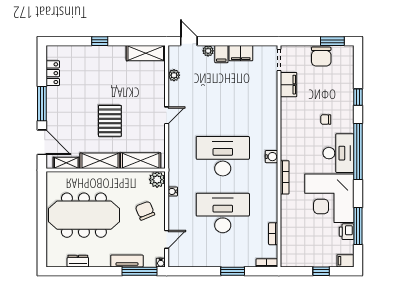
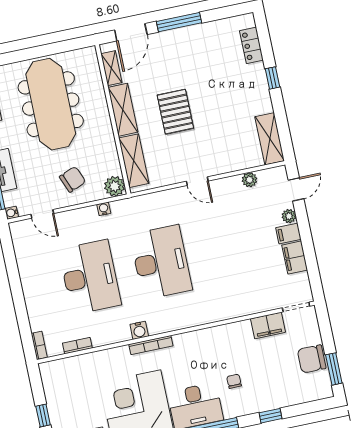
locker: (53, 73) -> (251, 45), moved, turned 90
pallet: (110, 121) -> (175, 112), turned 90
water cooler: (271, 157) -> (139, 330), moved
window: (233, 271) -> (20, 305), removed

